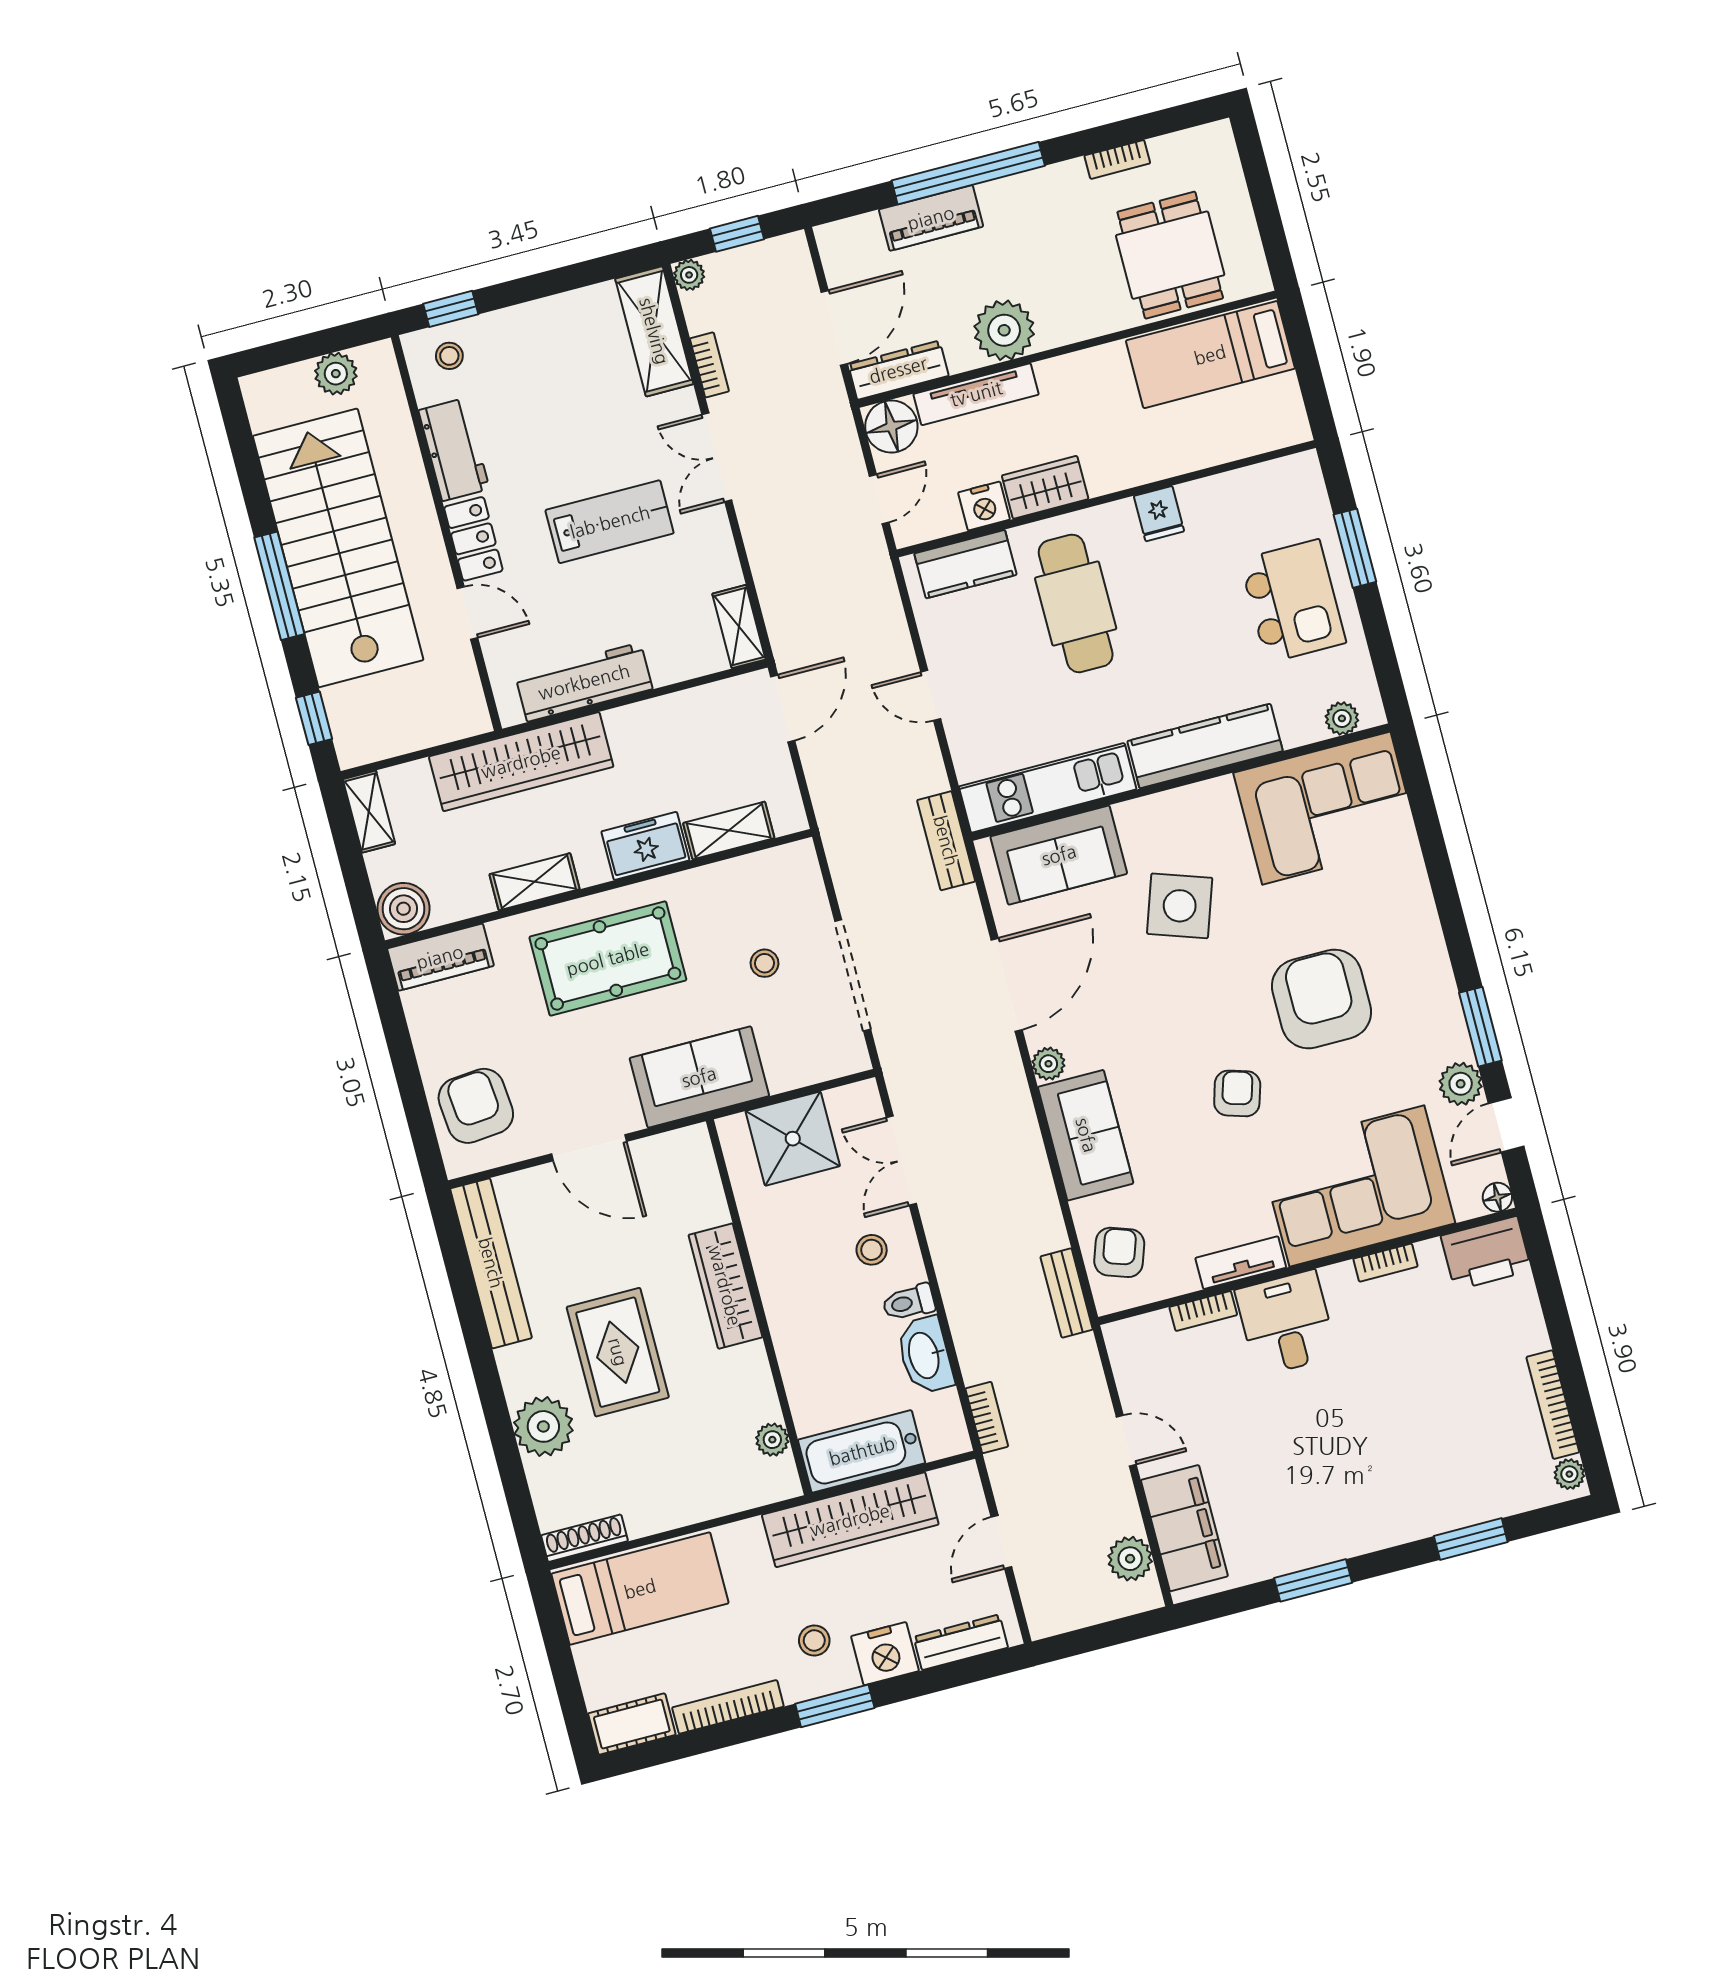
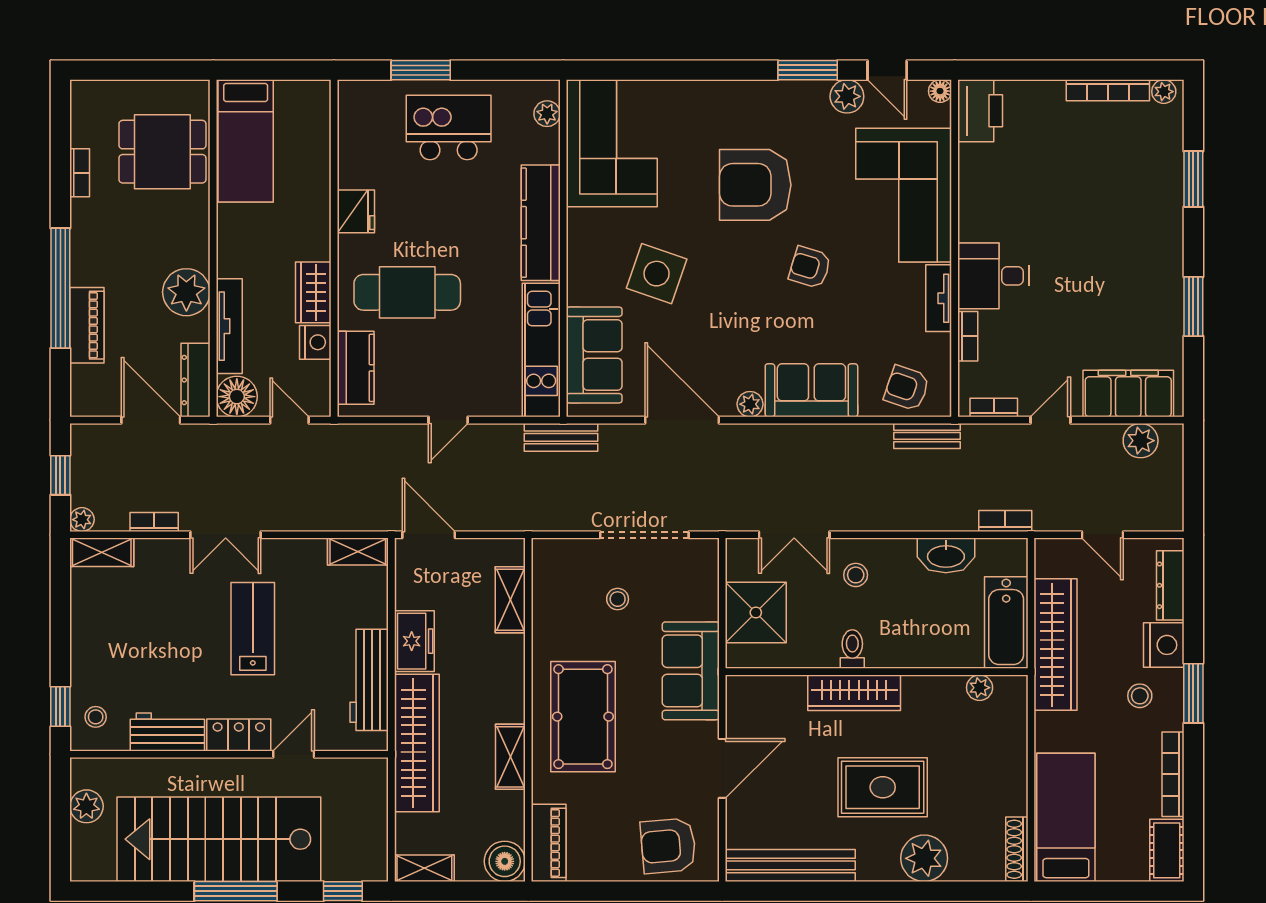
shelving: (654, 331) -> (102, 552), width x0.67, depth x0.75
fridge: (1159, 514) -> (356, 211), width x1.38
freezer: (645, 846) -> (414, 641), moved, turned 180
bookcase: (1385, 1263) -> (994, 408), moved, turned -90
toilet: (909, 1302) -> (852, 649), moved, turned 180

